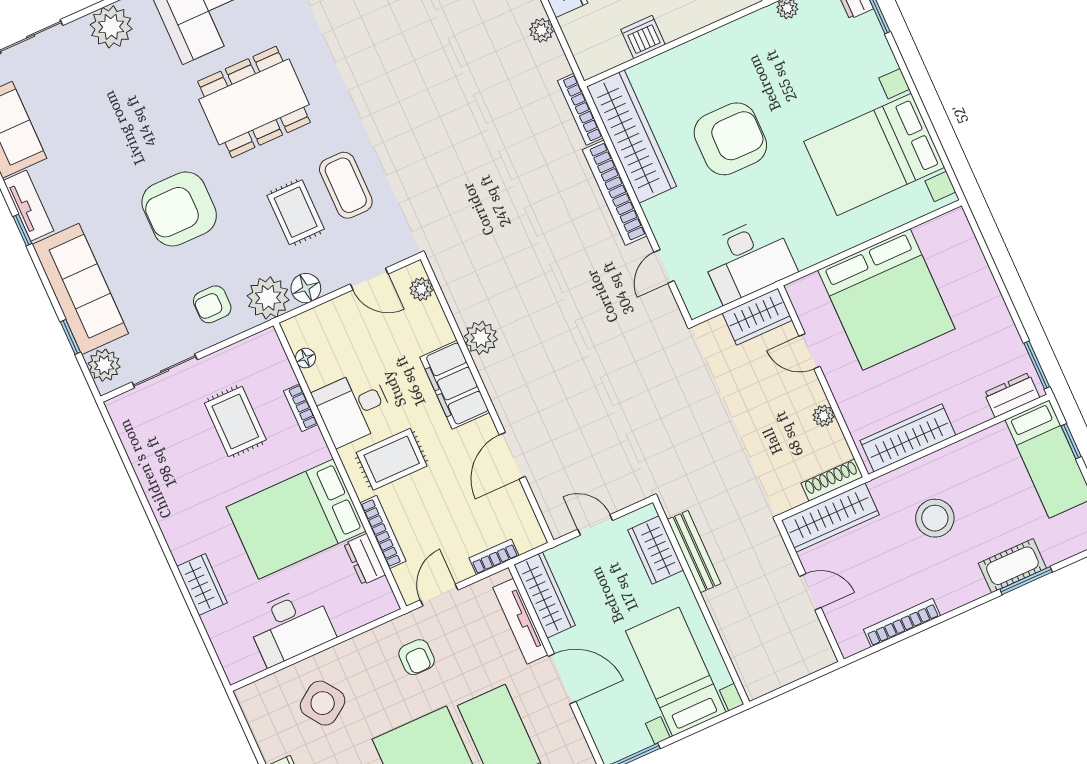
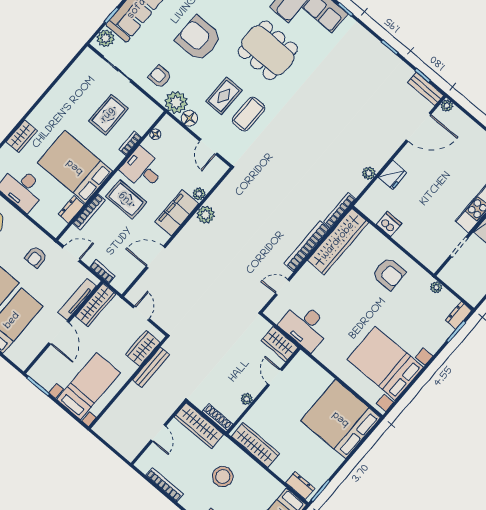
armchair: (730, 139) -> (389, 274), moved, width x0.73, depth x0.73
plant: (421, 289) -> (199, 194), moved
bed: (886, 299) -> (341, 419), moved, turned 90

